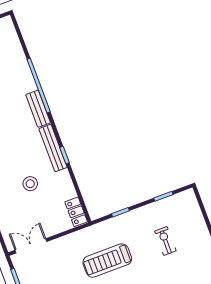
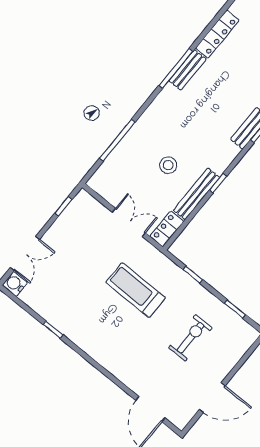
bench: (53, 148) -> (196, 194), moved
exercise bike: (165, 241) -> (190, 338), width x1.38, depth x1.39
double door: (31, 246) -> (129, 222), moved

